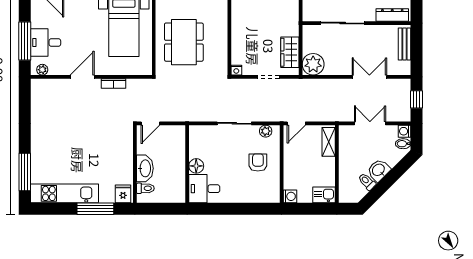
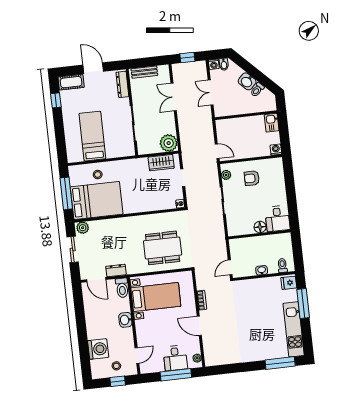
door: (150, 123) -> (230, 267), swing flipped
shelving: (329, 142) -> (229, 124), removed
washbasin: (145, 168) -> (262, 270), width x0.52, depth x0.69

